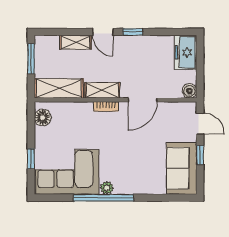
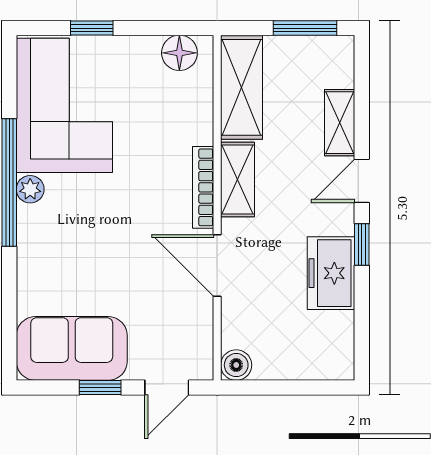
freezer: (186, 52) -> (331, 273), moved, turned -90
bookcase: (106, 106) -> (203, 187), width x1.56

